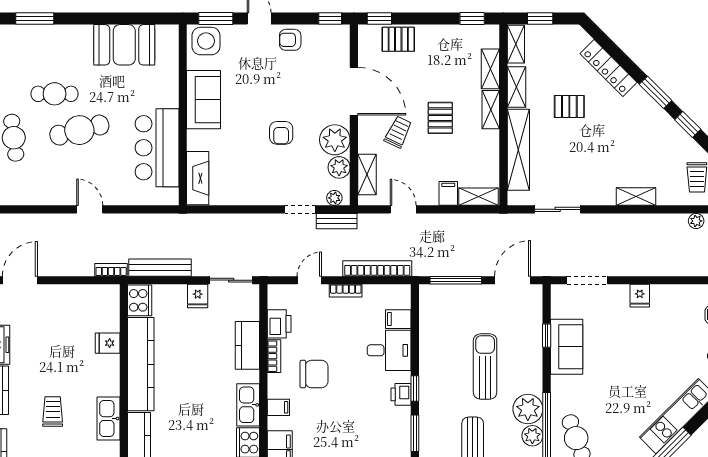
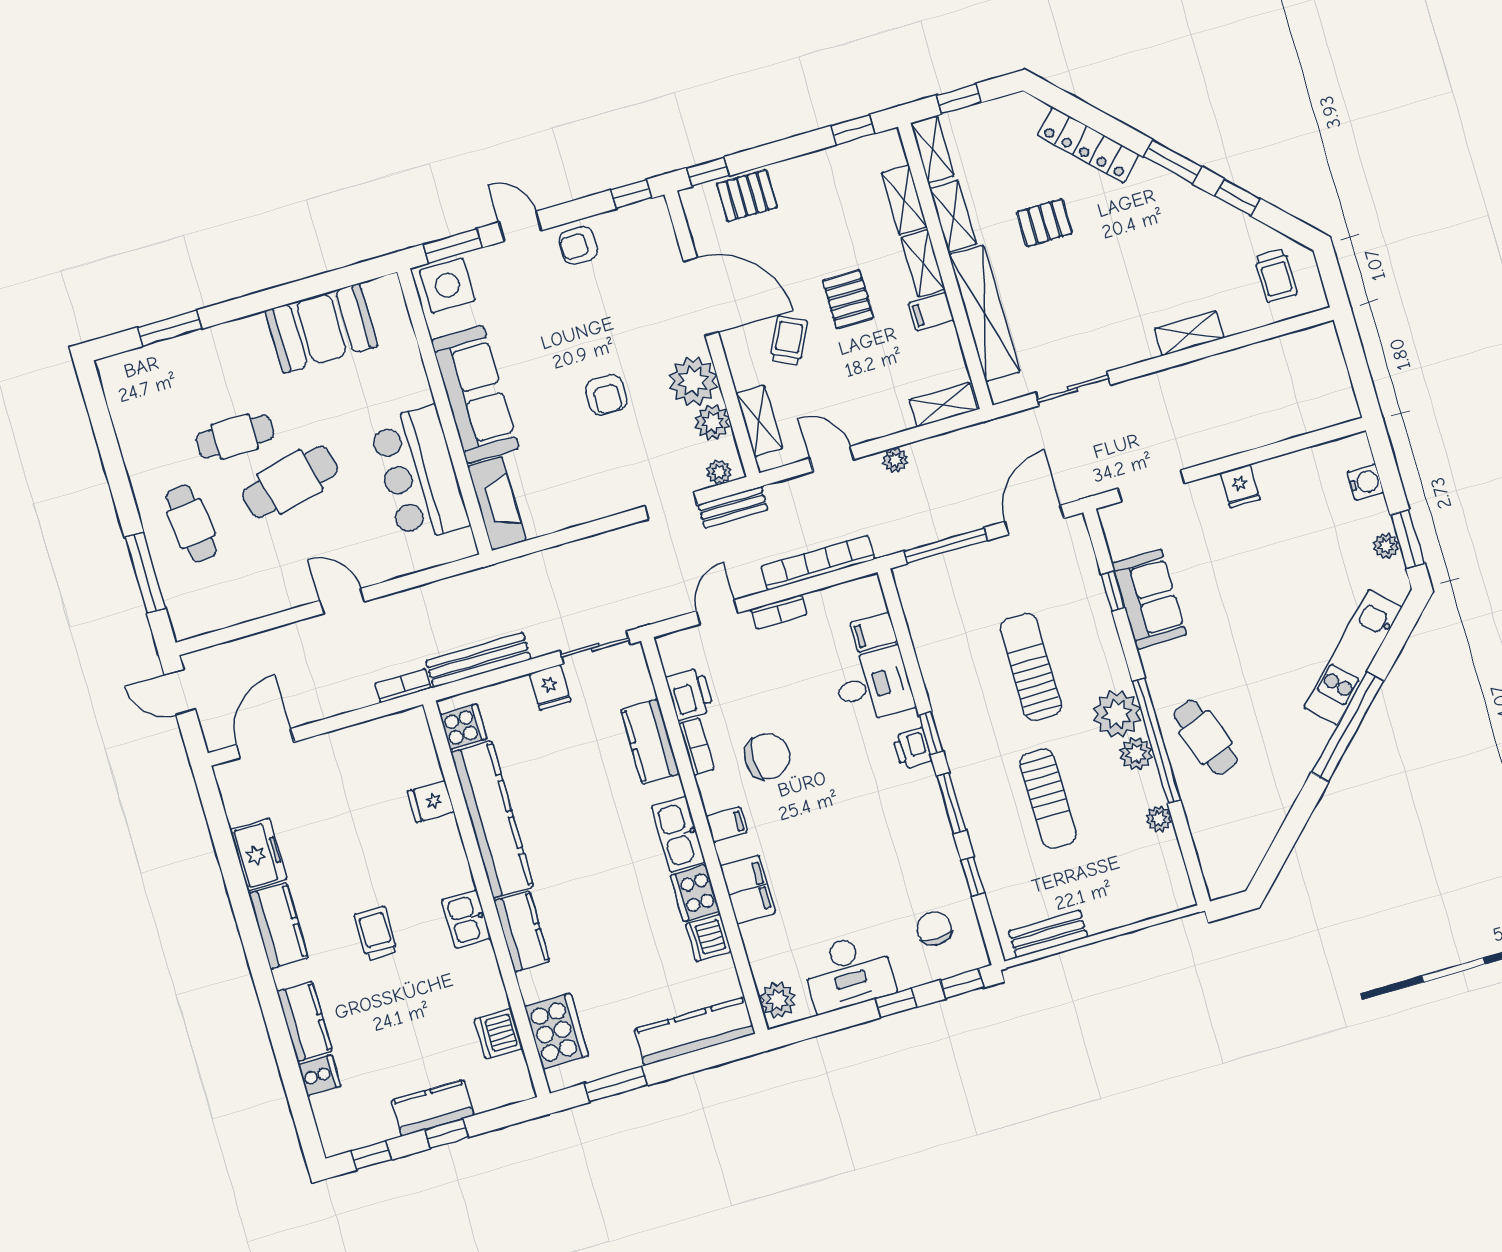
sofa: (204, 100) -> (475, 394), width x1.36
filing cabinet: (448, 193) -> (931, 312), moved, turned -90
plant: (696, 221) -> (895, 460), moved
cooker: (140, 300) -> (463, 727), width x0.73
kitchen sink: (108, 419) -> (466, 919), width x0.73

